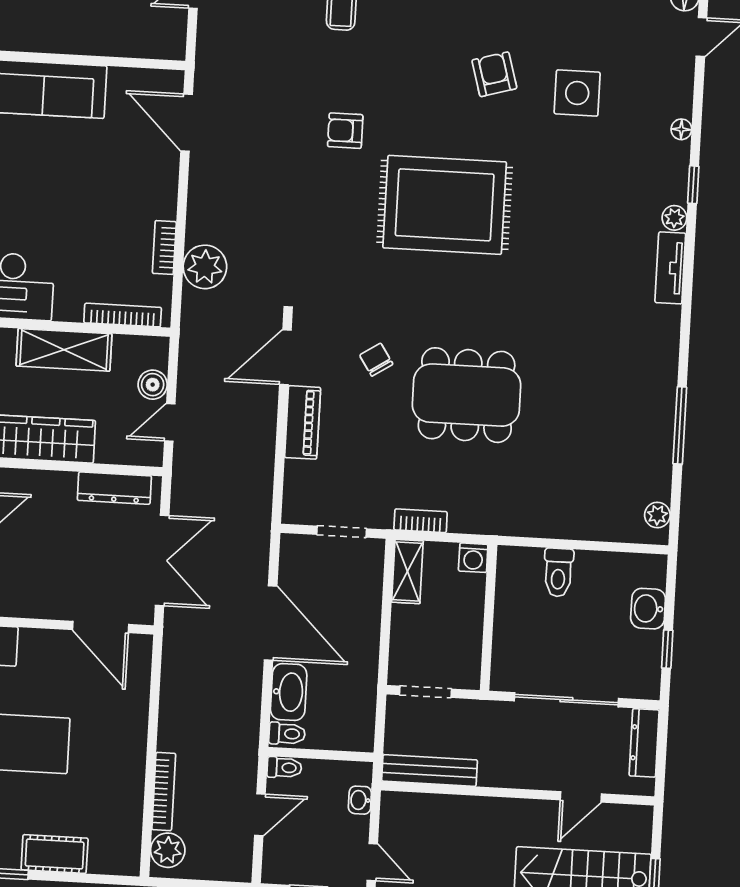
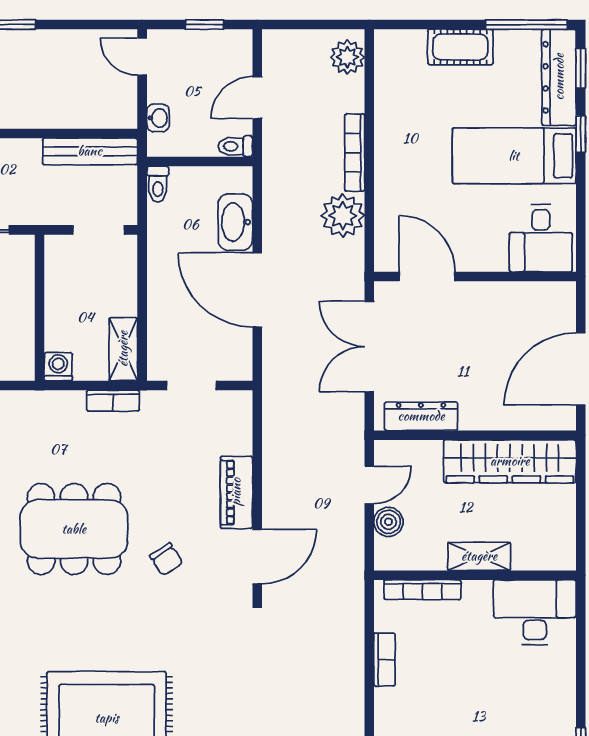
plant: (205, 267) -> (343, 216), moved
shelving: (64, 350) -> (479, 556), width x0.67, depth x0.75
toilet: (287, 734) -> (158, 184), moved, turned -90
bookcase: (164, 792) -> (355, 153), moved

